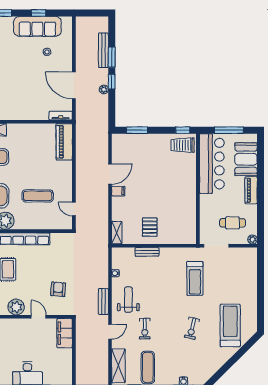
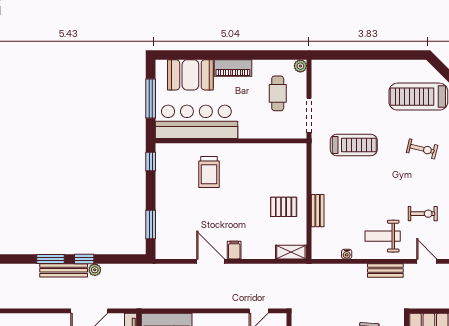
bench: (103, 50) -> (64, 270), moved
trolley: (183, 145) -> (209, 172), moved

